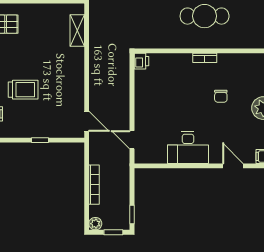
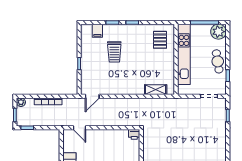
door: (132, 140) -> (79, 128), swing flipped

